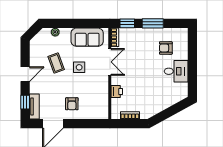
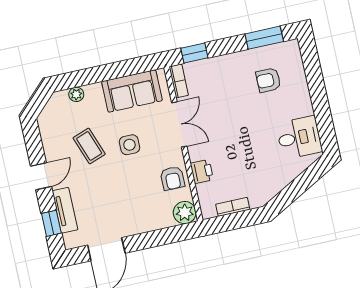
window: (153, 23) -> (264, 38), moved
desk: (176, 71) -> (299, 138), moved
armchair: (72, 104) -> (172, 178), moved
tv unit: (34, 106) -> (65, 210), moved
plant: (102, 113) -> (185, 213), added

